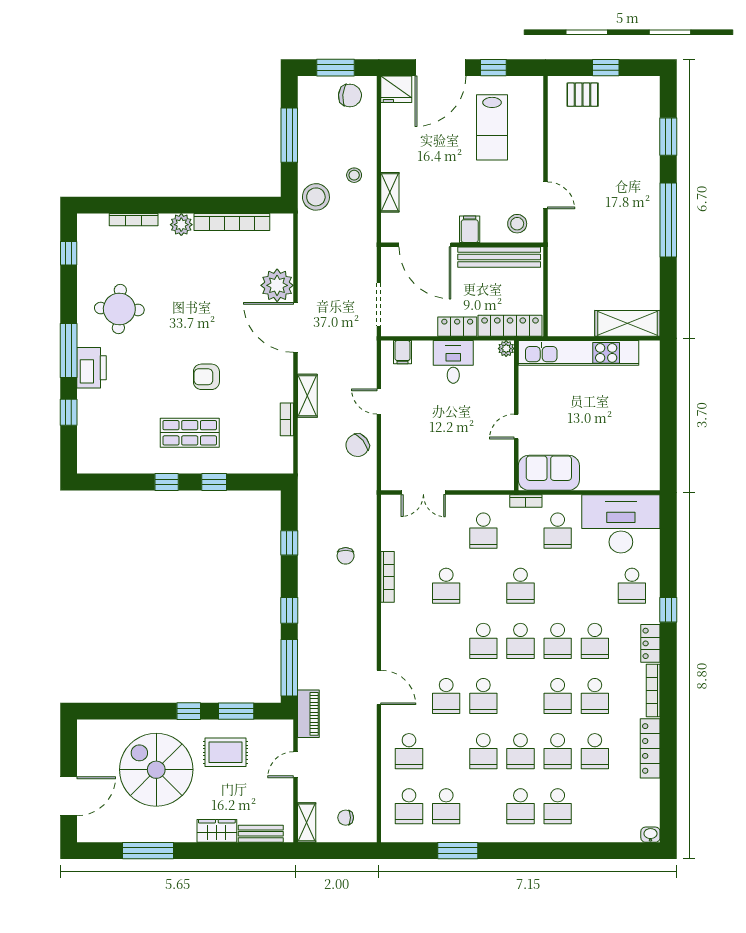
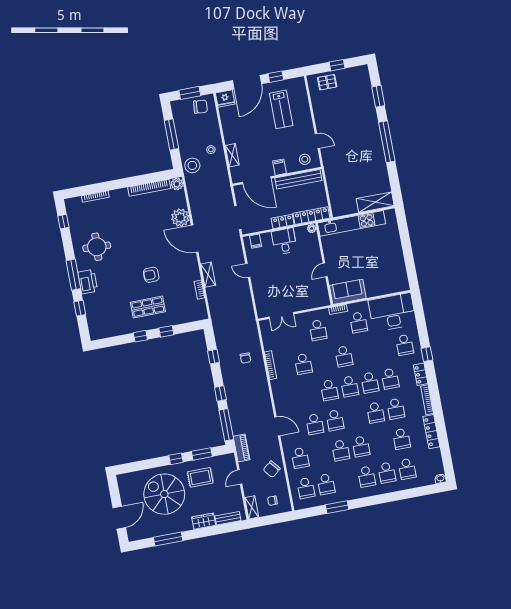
plant: (181, 225) -> (177, 184), moved
chair: (357, 445) -> (272, 469), moved
school desk: (558, 751) -> (407, 469), moved

